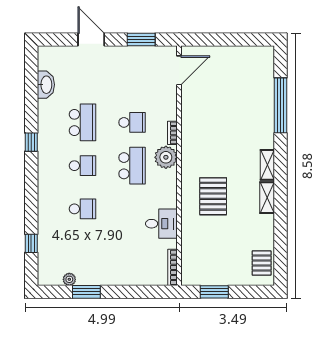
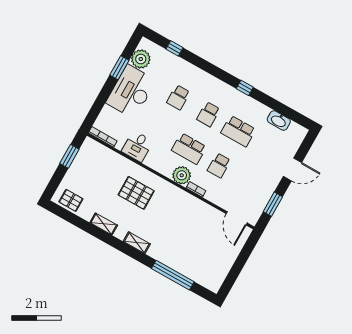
shelving: (267, 198) -> (104, 224), moved
desk: (105, 264) -> (131, 92), added
plant: (69, 279) -> (141, 59), width x1.88, depth x1.88

